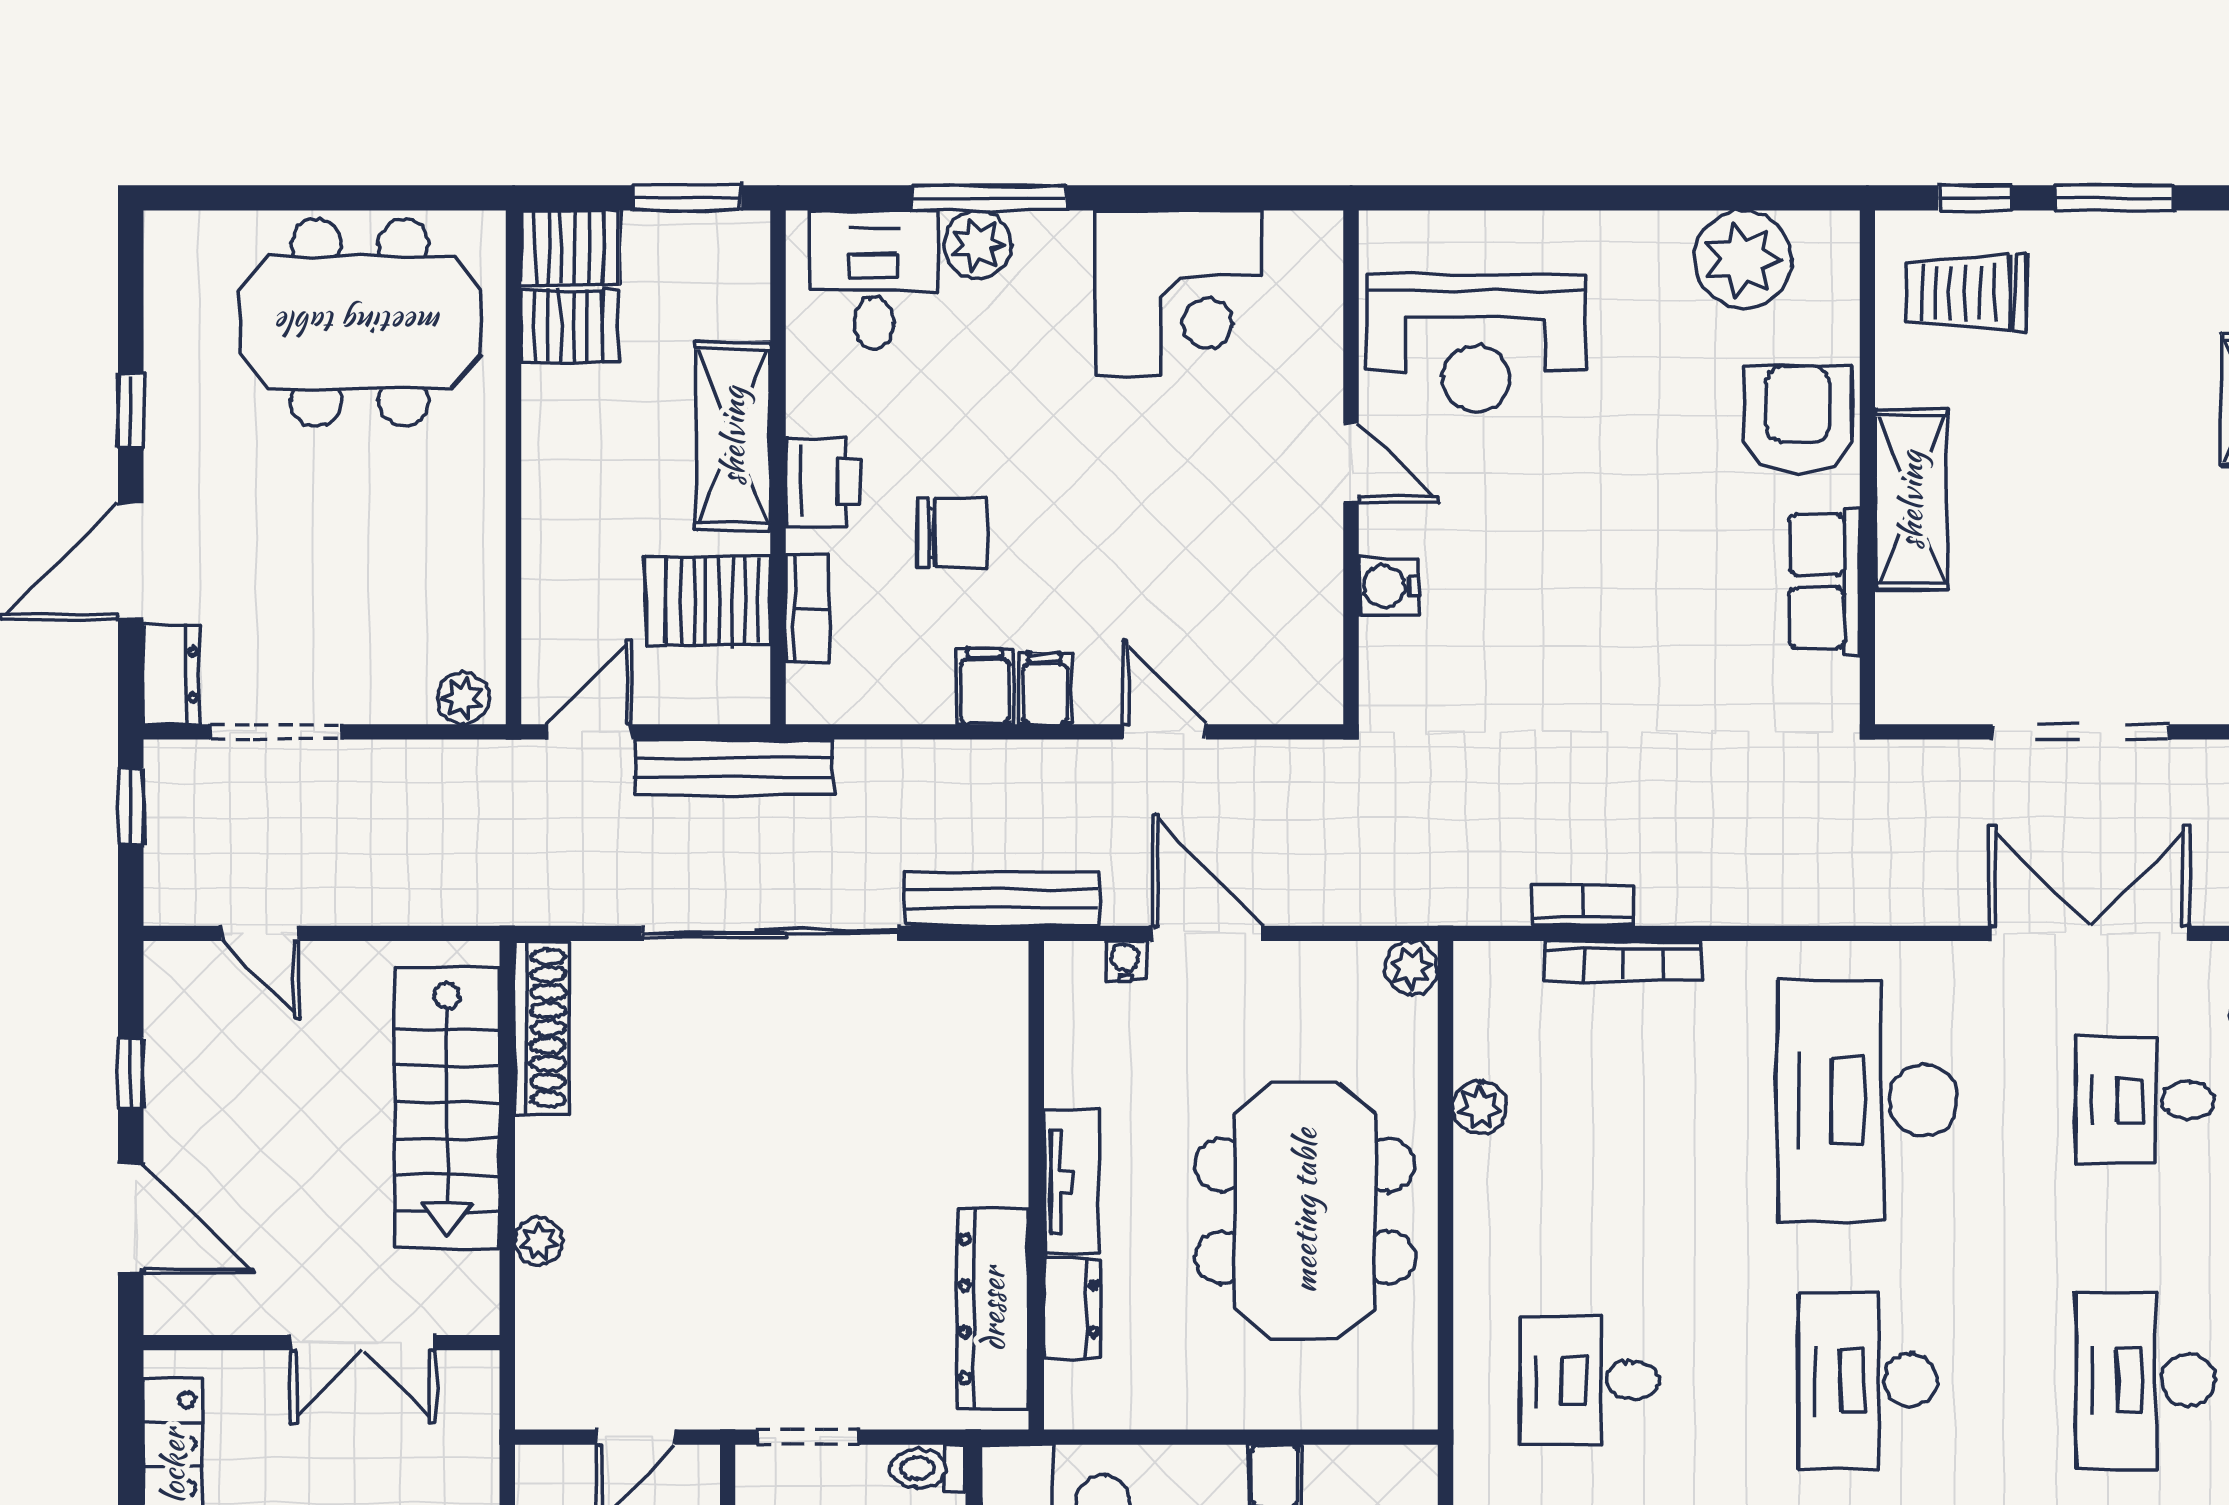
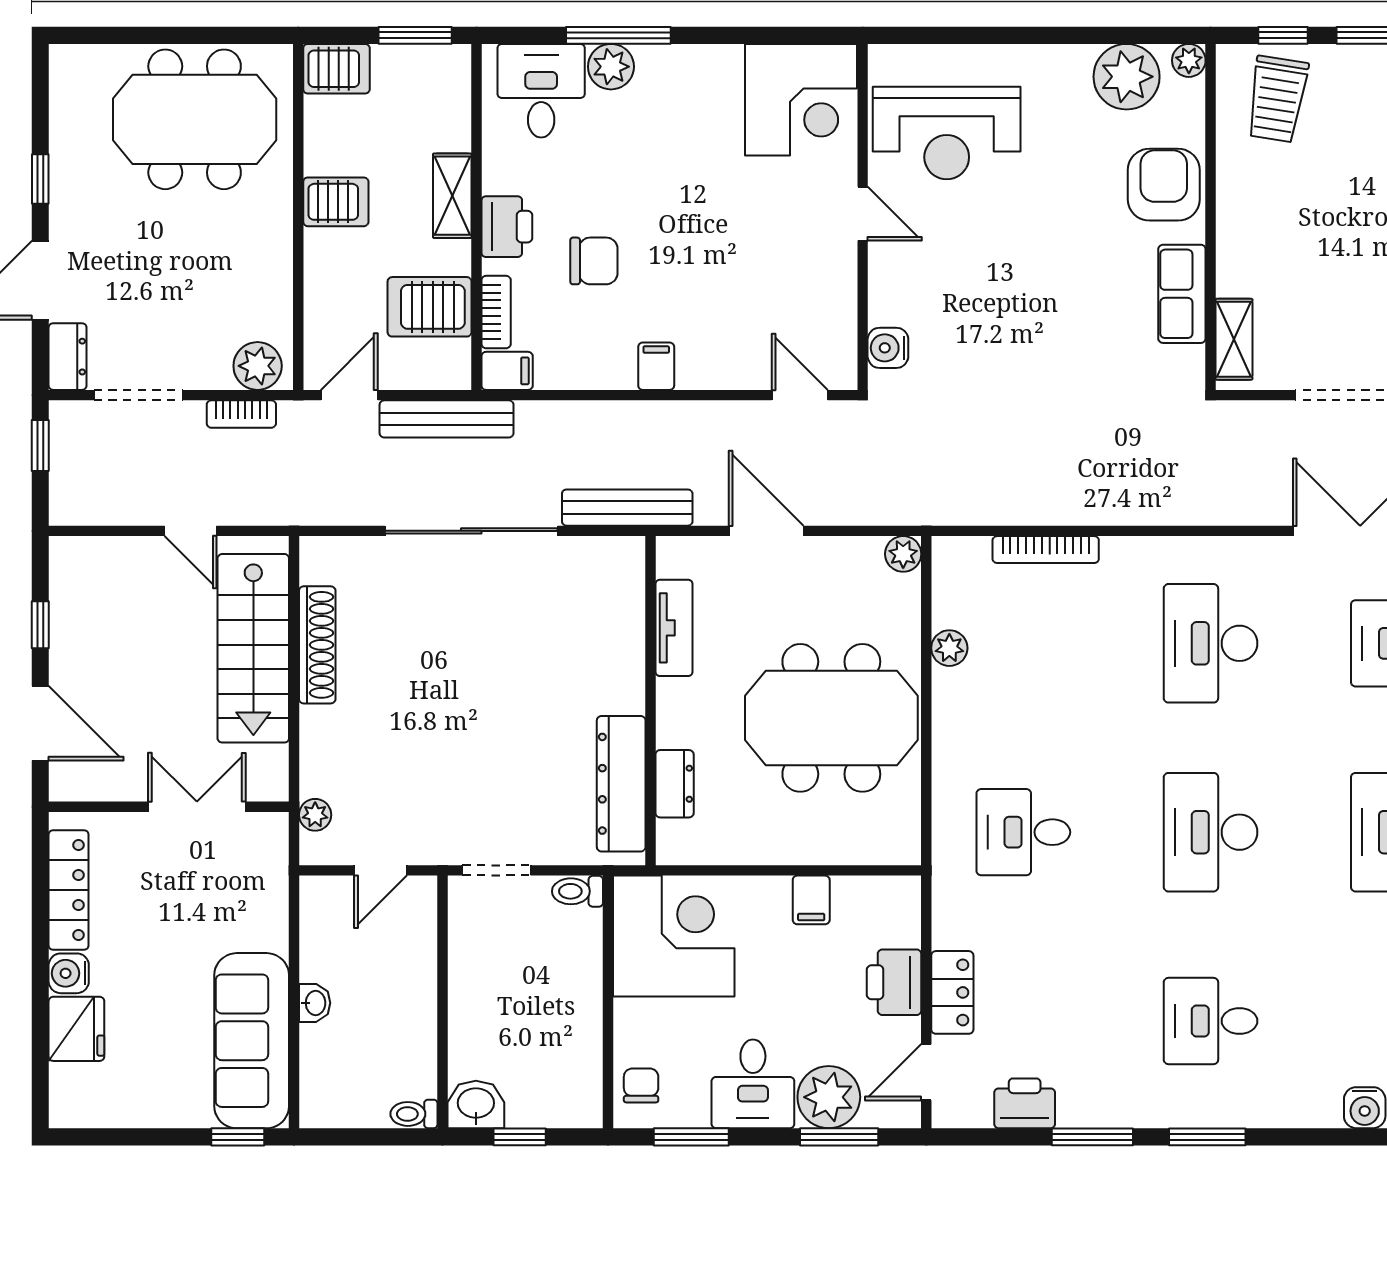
plant: (1835, 235) -> (1189, 60), added
trolley: (1966, 293) -> (1277, 99), turned -81
corner desk: (1178, 294) -> (801, 100), moved
server rack: (569, 326) -> (336, 202), moved
shelving: (733, 436) -> (452, 196), width x0.67, depth x0.75
shelving: (1911, 500) -> (1234, 339), moved, width x0.67, depth x0.75
water cooler: (1389, 587) -> (888, 348), moved
filing cabinet: (985, 686) -> (507, 371), moved, turned 90
plant: (463, 698) -> (258, 366), width x1.38, depth x1.38
door: (1164, 732) -> (800, 395), moved
bookcase: (1583, 905) -> (241, 414), moved, turned 180
door: (260, 933) -> (191, 531), moved
water cooler: (1125, 961) -> (710, 550), removed
shoe rack: (542, 1028) -> (317, 645), moved
desk: (1867, 1100) -> (1211, 643), width x0.73, depth x0.77
tv unit: (1071, 1182) -> (674, 628), moved
meeting table: (1305, 1211) -> (831, 718), turned 90
plant: (539, 1241) -> (315, 815), moved
double door: (363, 1343) -> (197, 807), swing flipped

